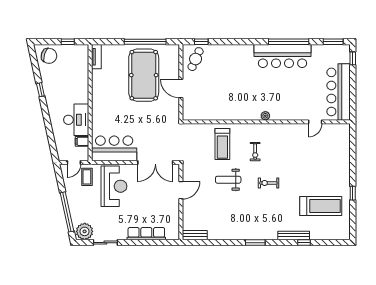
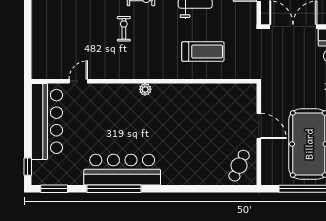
window: (201, 42) -> (231, 189), removed
treadmill: (222, 144) -> (203, 52), turned 90
exercise bike: (255, 152) -> (124, 29), moved

